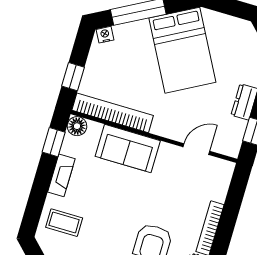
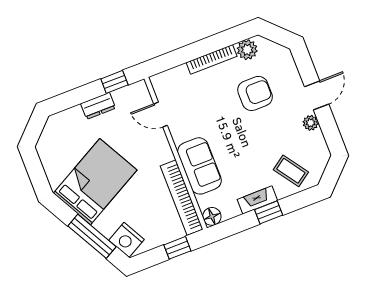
nightstand: (105, 35) -> (126, 240), width x1.89, depth x1.79
window: (54, 142) -> (269, 212), moved
coffee table: (64, 223) -> (291, 171), turned -35

